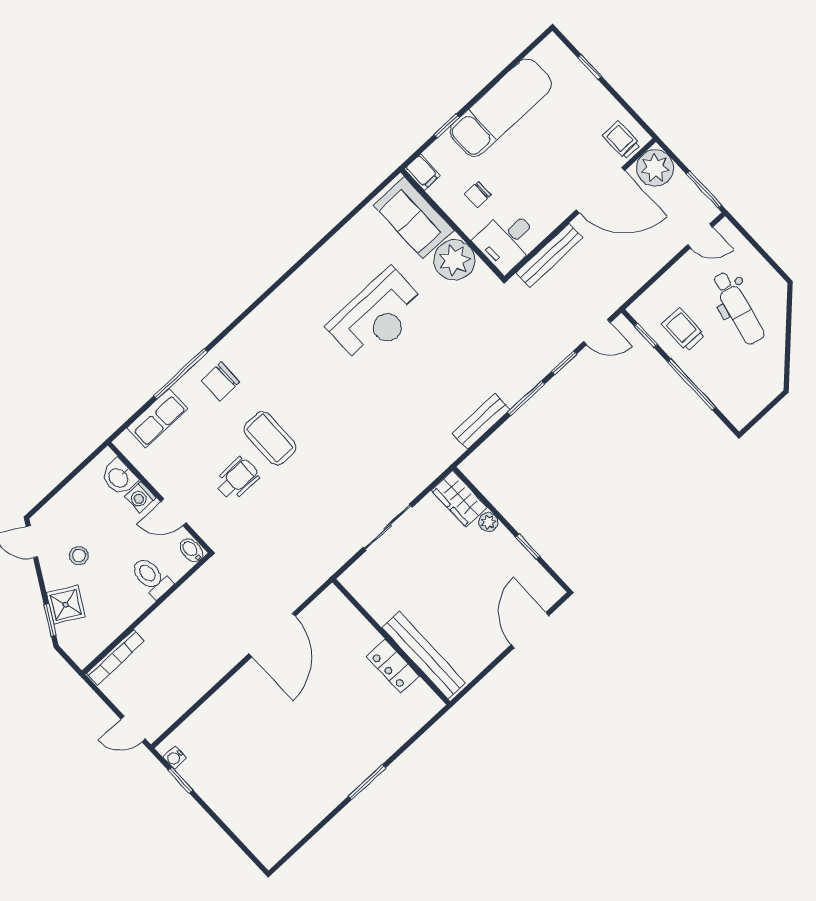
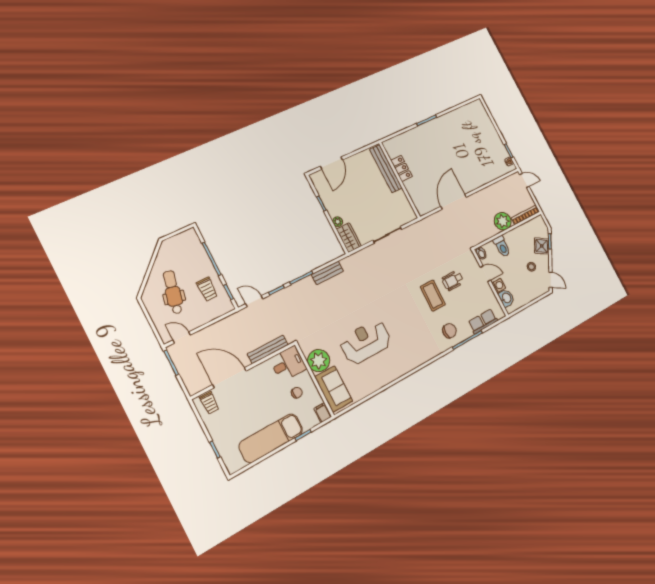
plant: (655, 168) -> (503, 221), moved

